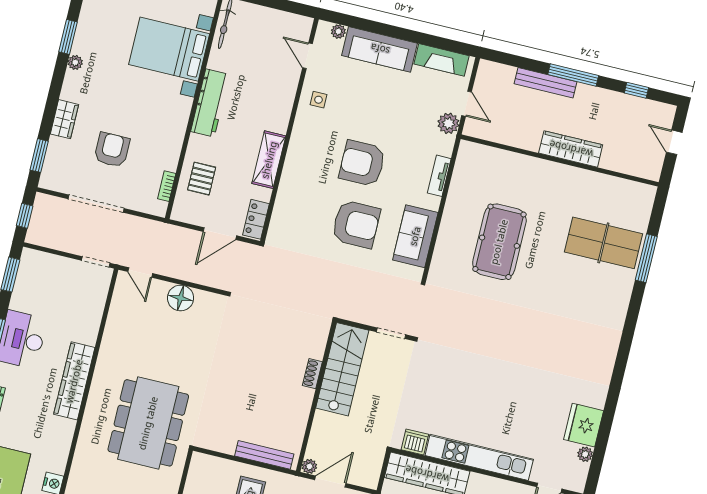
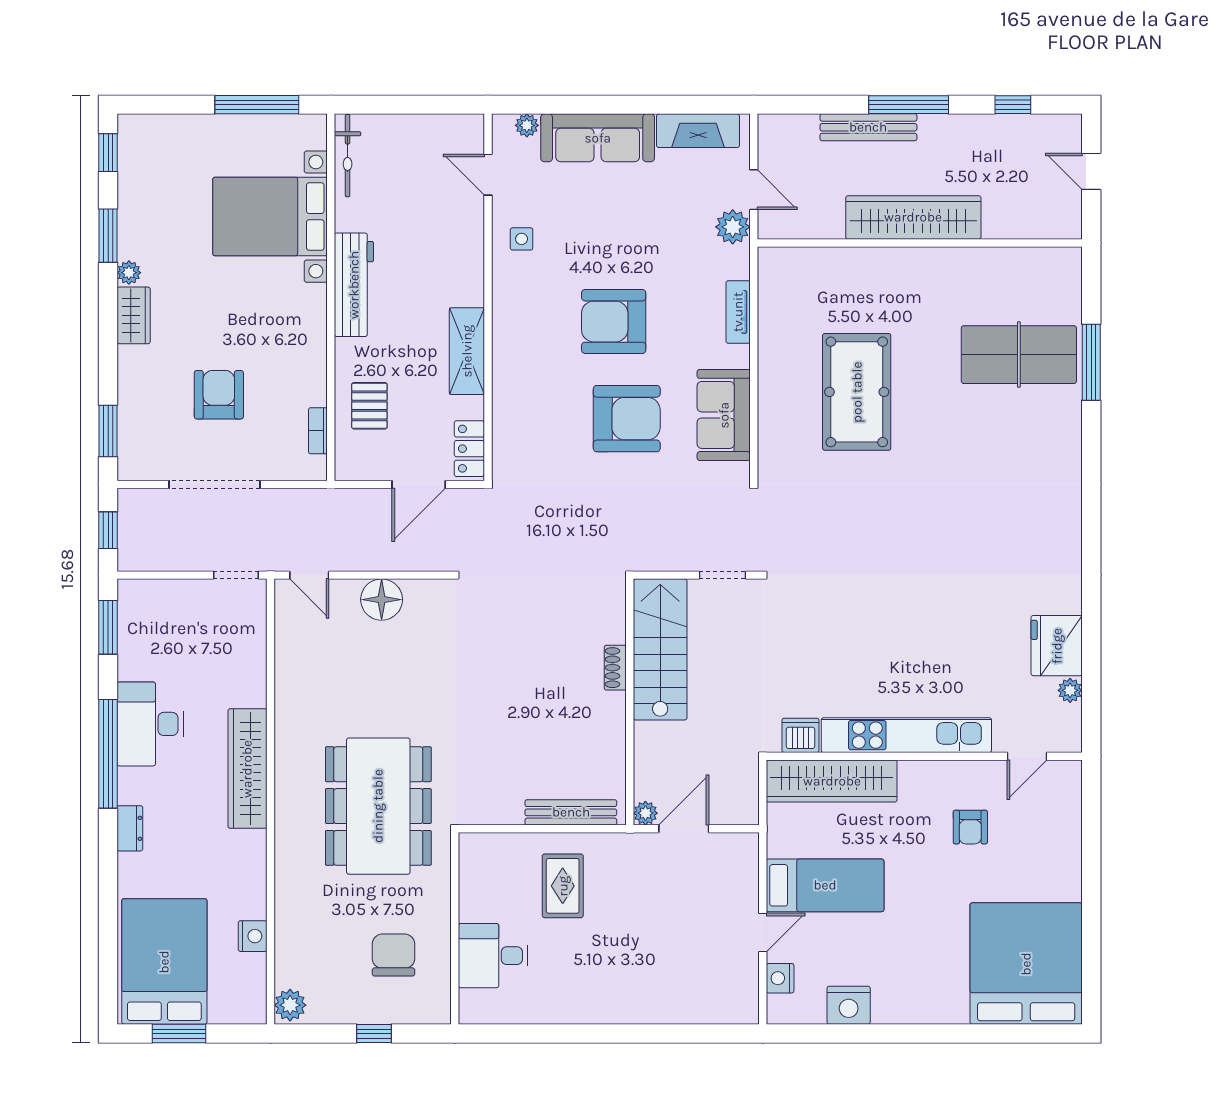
wardrobe: (64, 119) -> (134, 315), moved
wardrobe: (571, 149) -> (913, 217), width x1.40, depth x1.17

